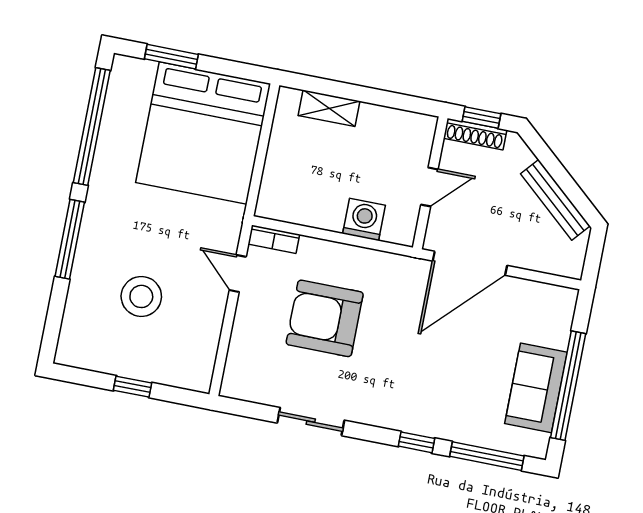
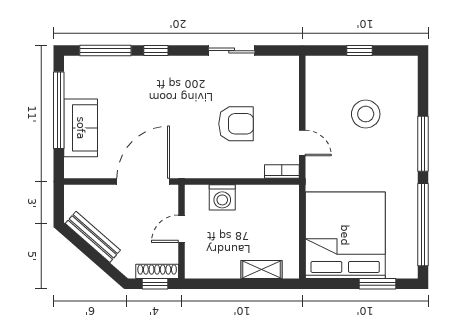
armchair: (325, 318) -> (236, 124), width x0.73, depth x0.73
sofa: (536, 388) -> (81, 128), moved

